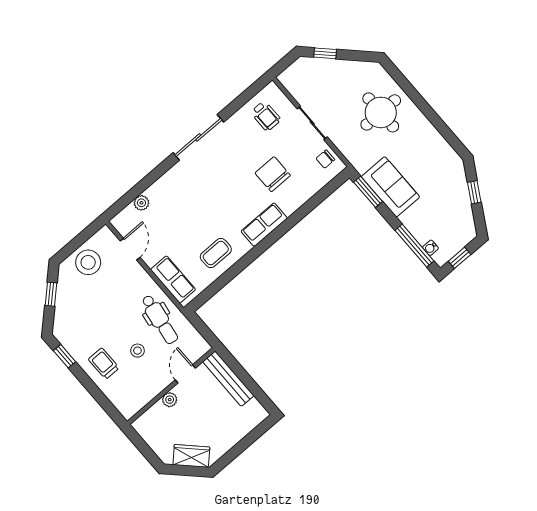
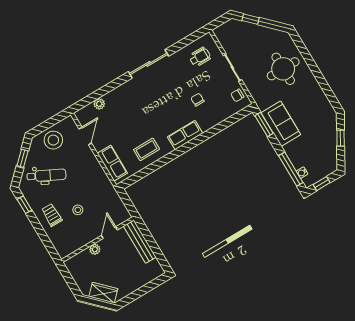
wheelchair: (266, 116) -> (200, 57), turned -90
chair: (273, 174) -> (197, 100), width x0.54, depth x0.54
dental chair: (160, 319) -> (46, 175), moved, turned -72

